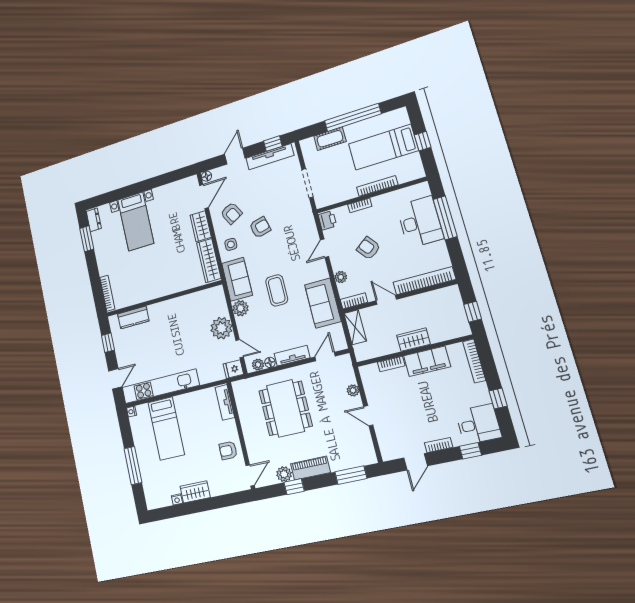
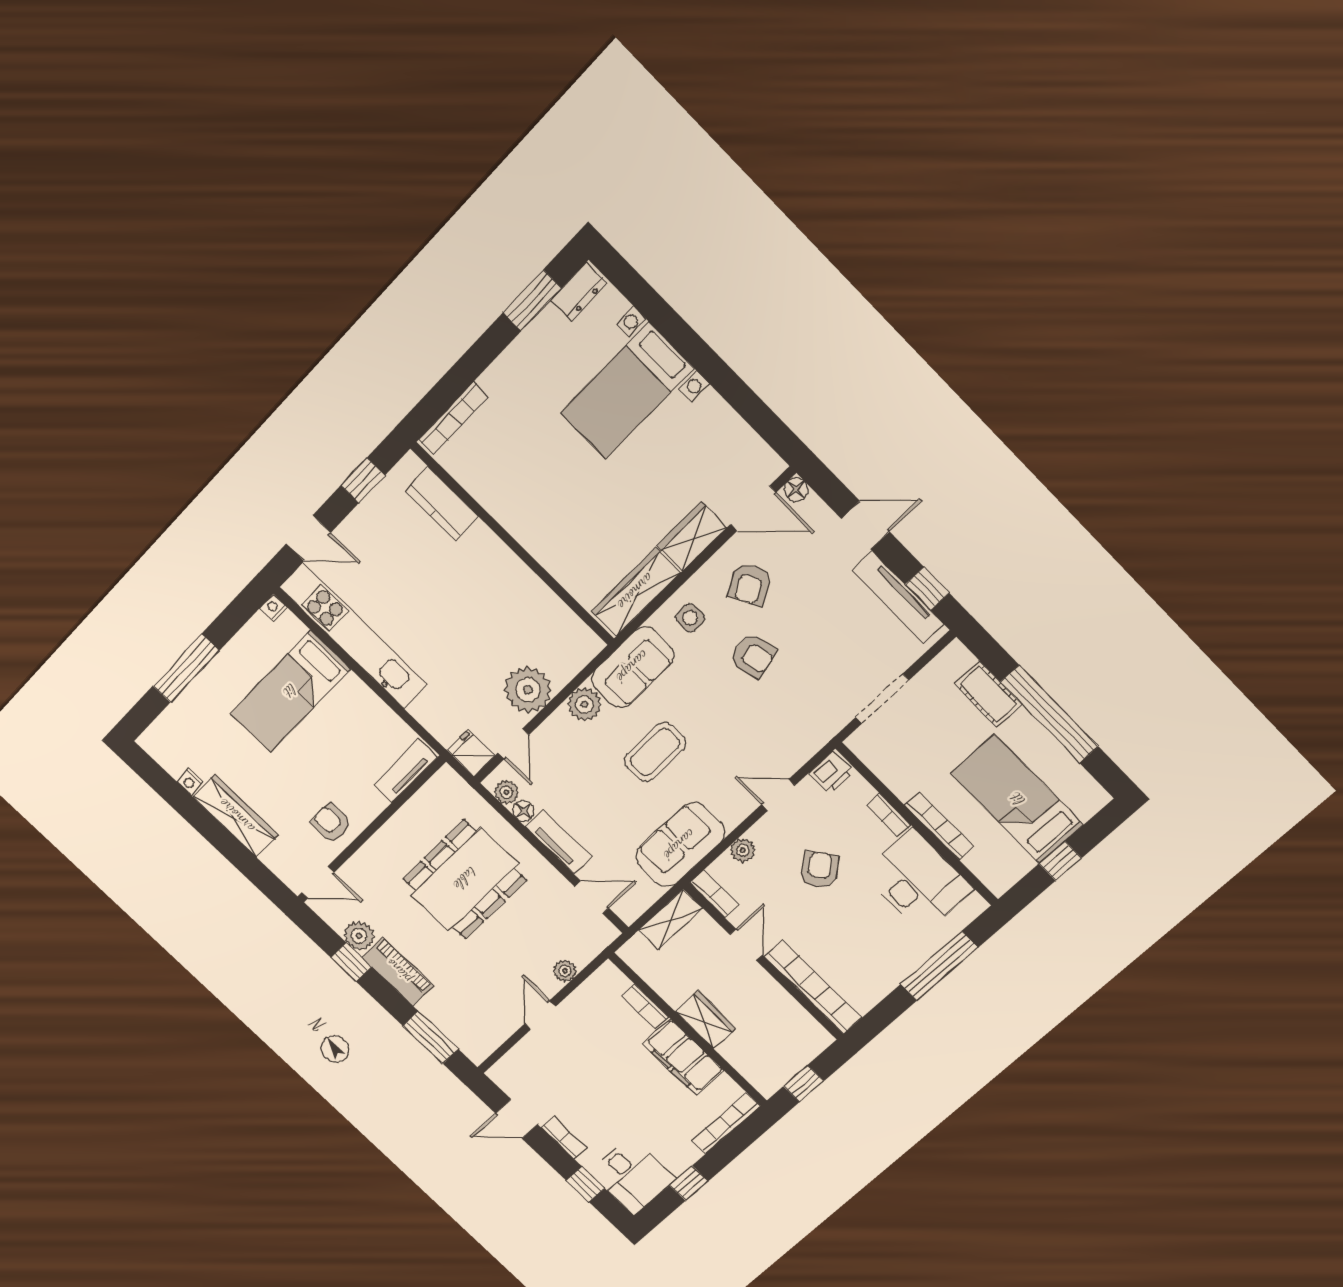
desk: (420, 222) -> (918, 881), moved, turned -90
wardrobe: (195, 492) -> (236, 816), width x1.50

